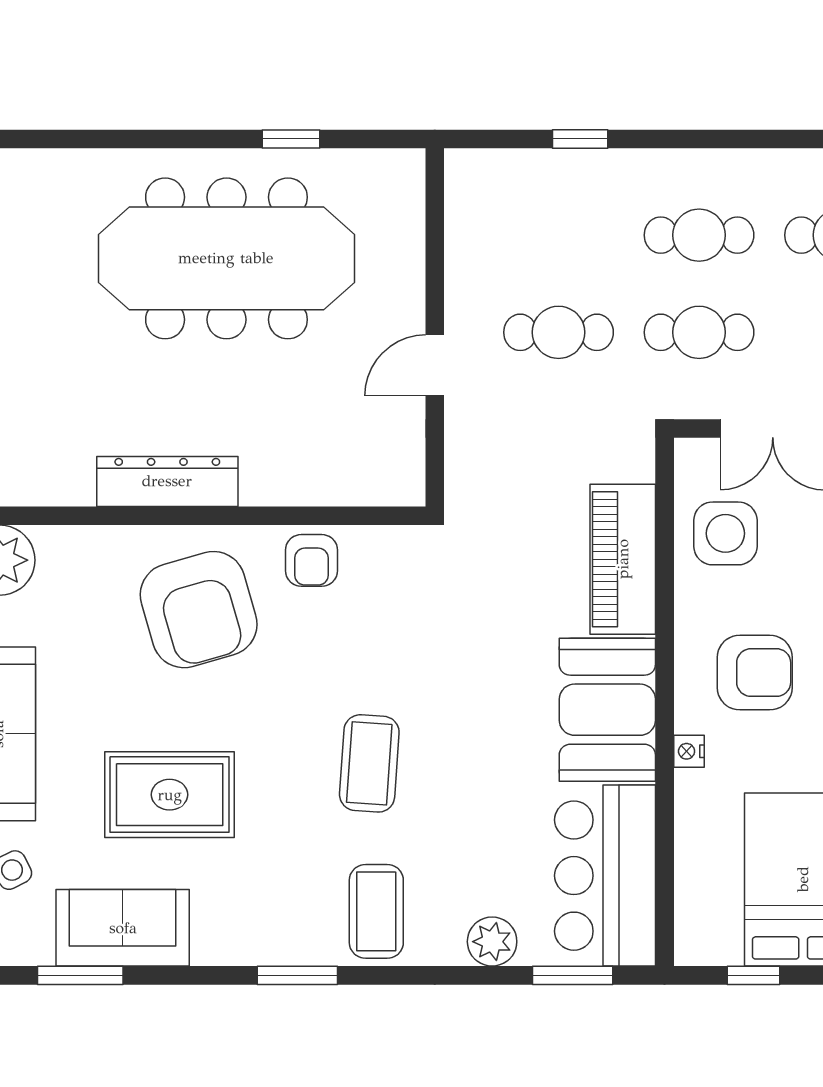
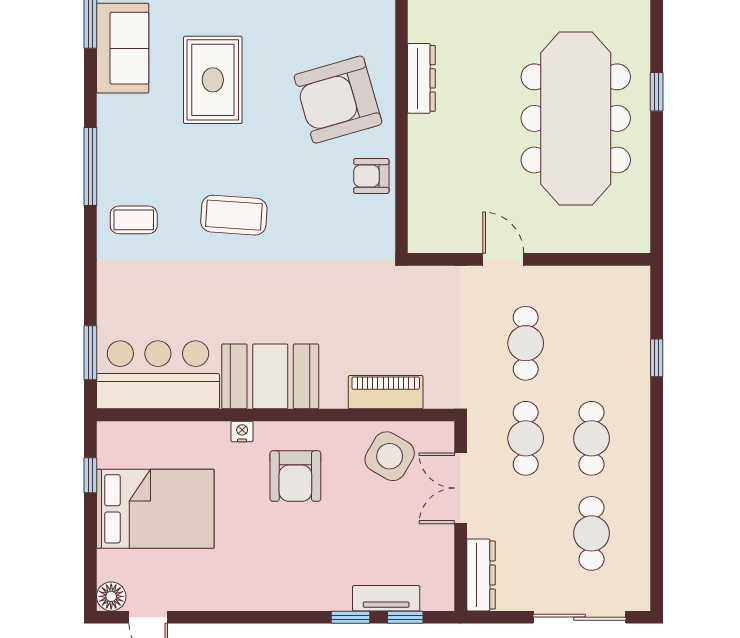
window: (291, 139) -> (657, 92), moved
dresser: (167, 481) -> (421, 78), width x0.73, depth x0.80
side table: (725, 533) -> (390, 456), turned 30
piano: (623, 559) -> (386, 392), width x0.73, depth x0.75
coffee table: (376, 911) -> (134, 220), width x0.73, depth x0.77
plant: (492, 942) -> (113, 298), removed
window: (297, 975) -> (90, 166), width x1.44

